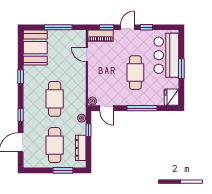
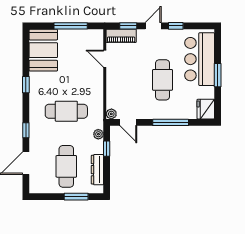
cafe table: (55, 99) -> (66, 111), turned 90

